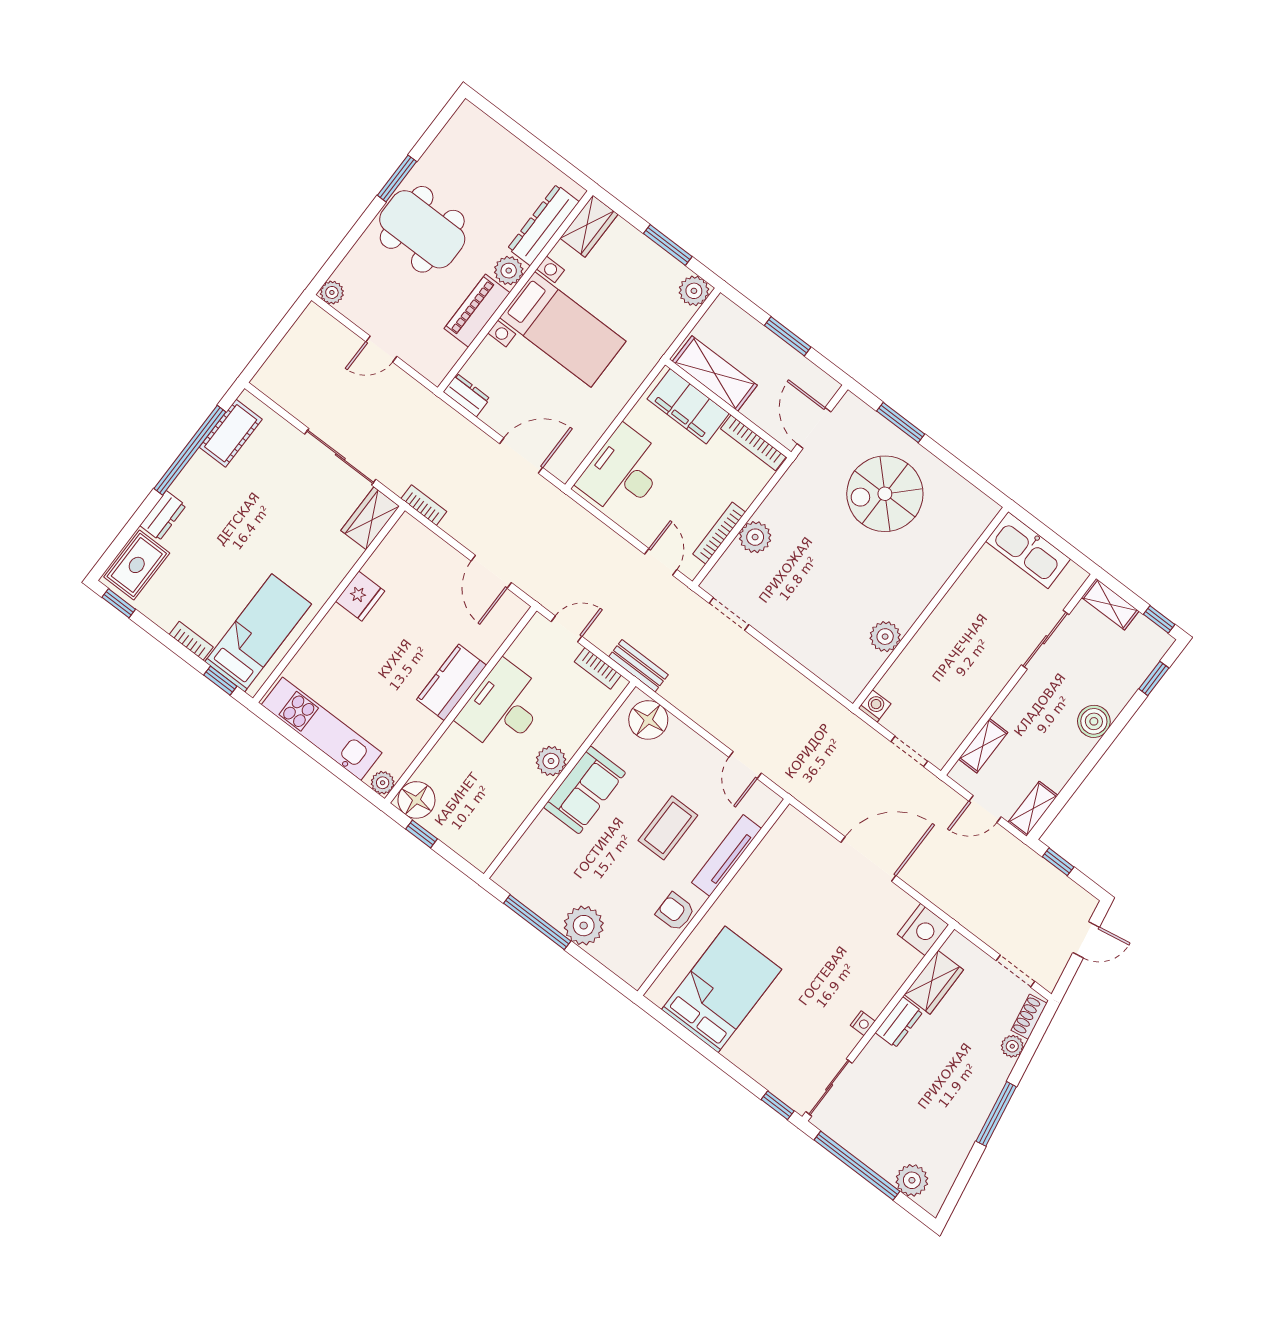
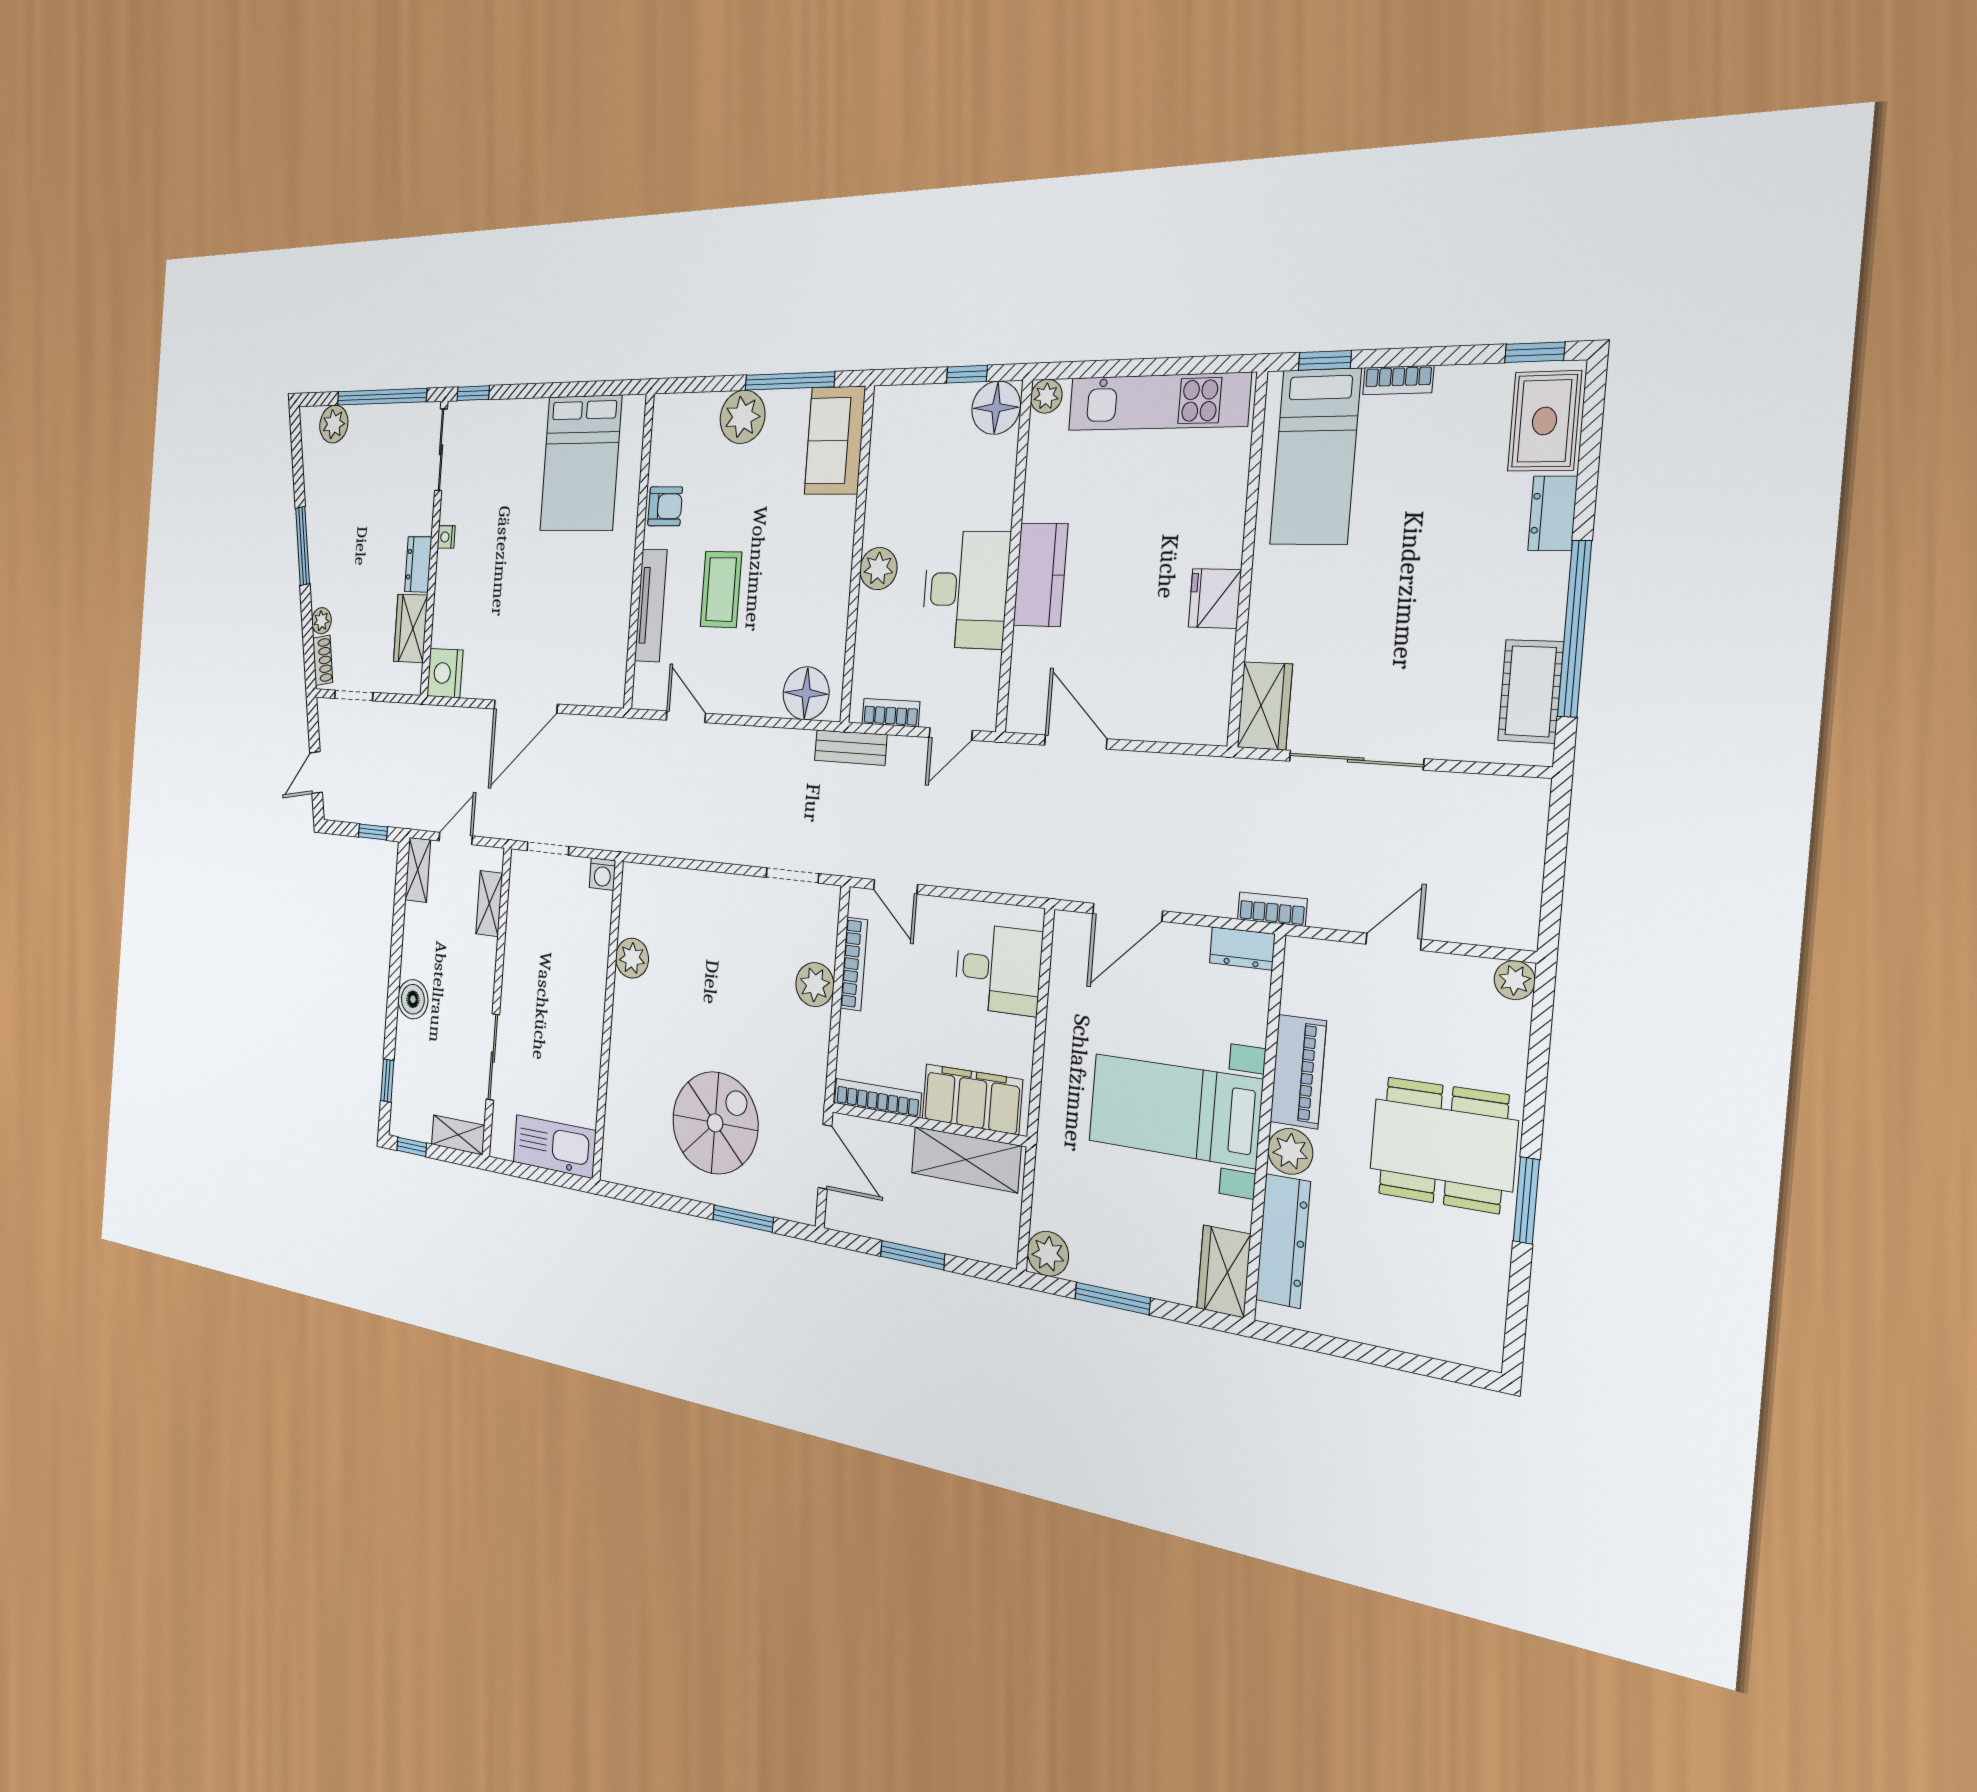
desk: (623, 472) -> (998, 969), width x0.73
bookcase: (424, 505) -> (1272, 909), moved, turned 180
sofa: (585, 790) -> (835, 441), moved

